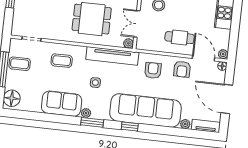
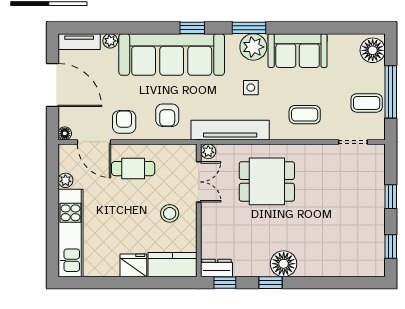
plant: (223, 54) -> (65, 180), moved
plant: (86, 113) -> (253, 47), width x1.87, depth x1.87

